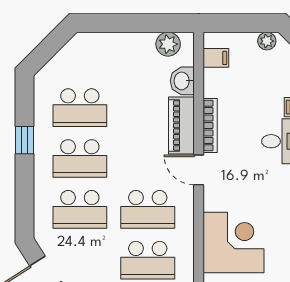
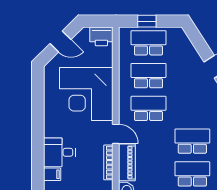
school desk: (80, 209) -> (192, 108), removed
corner desk: (234, 242) -> (86, 94), width x1.36, depth x1.36

